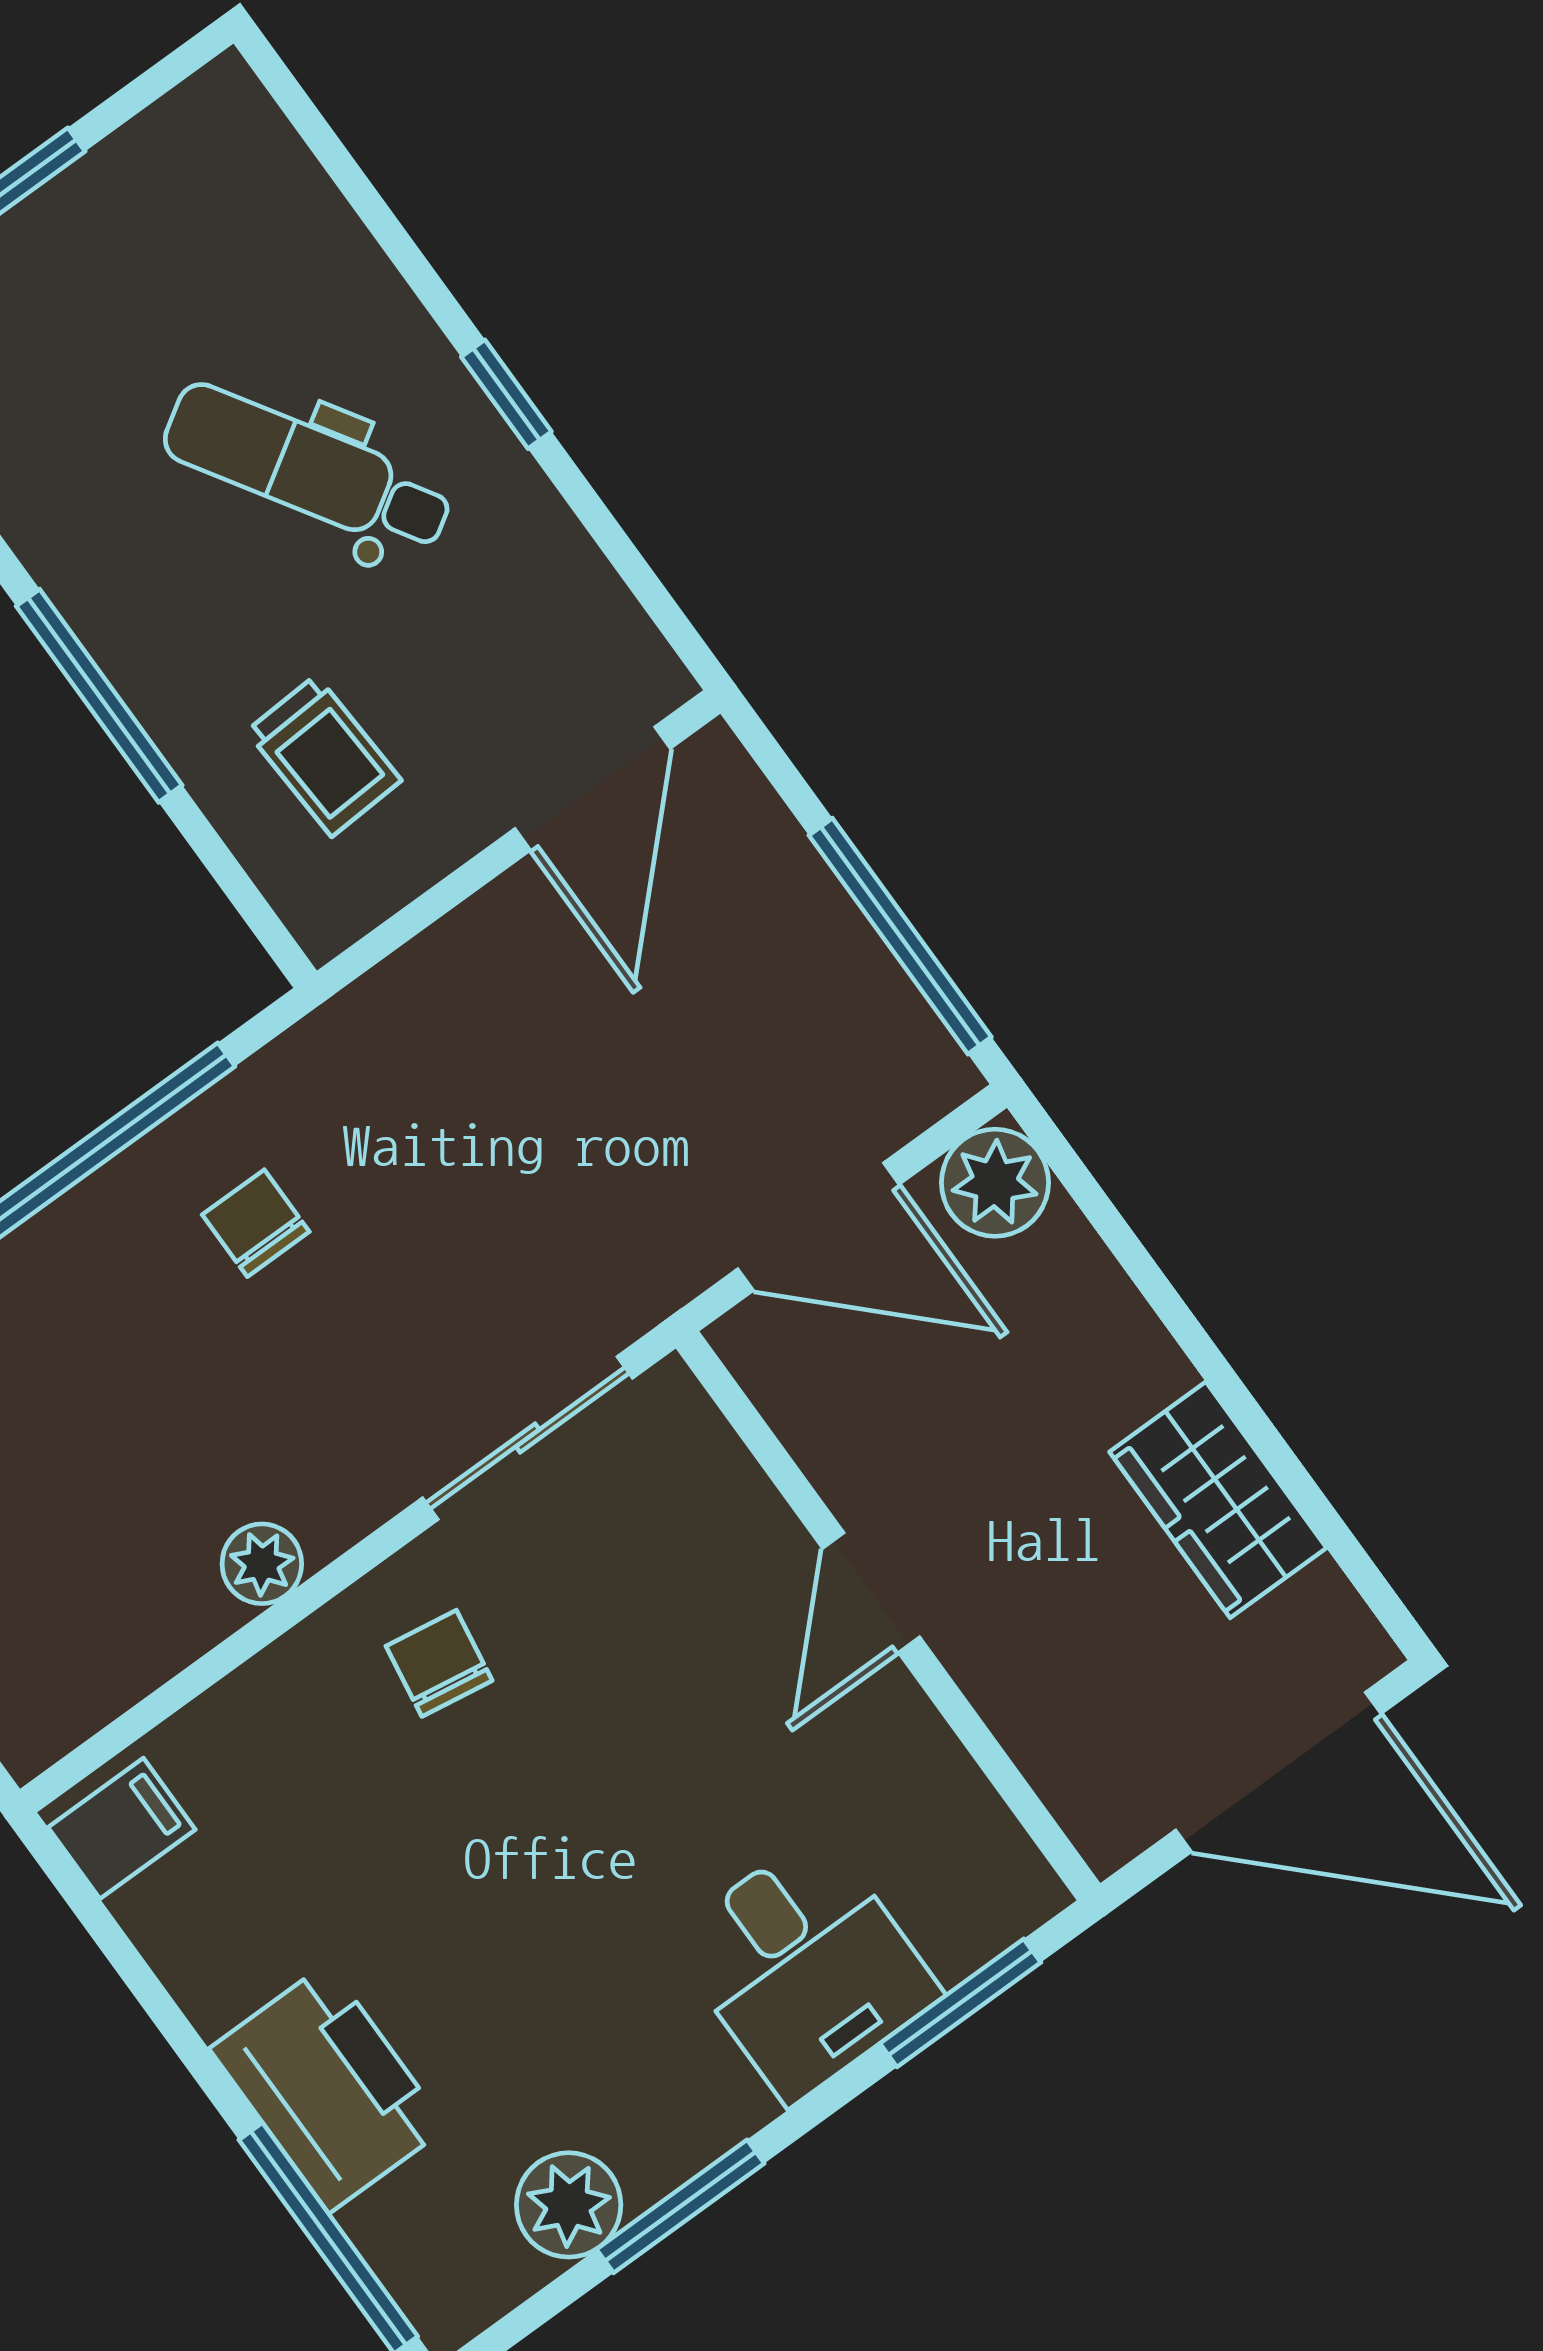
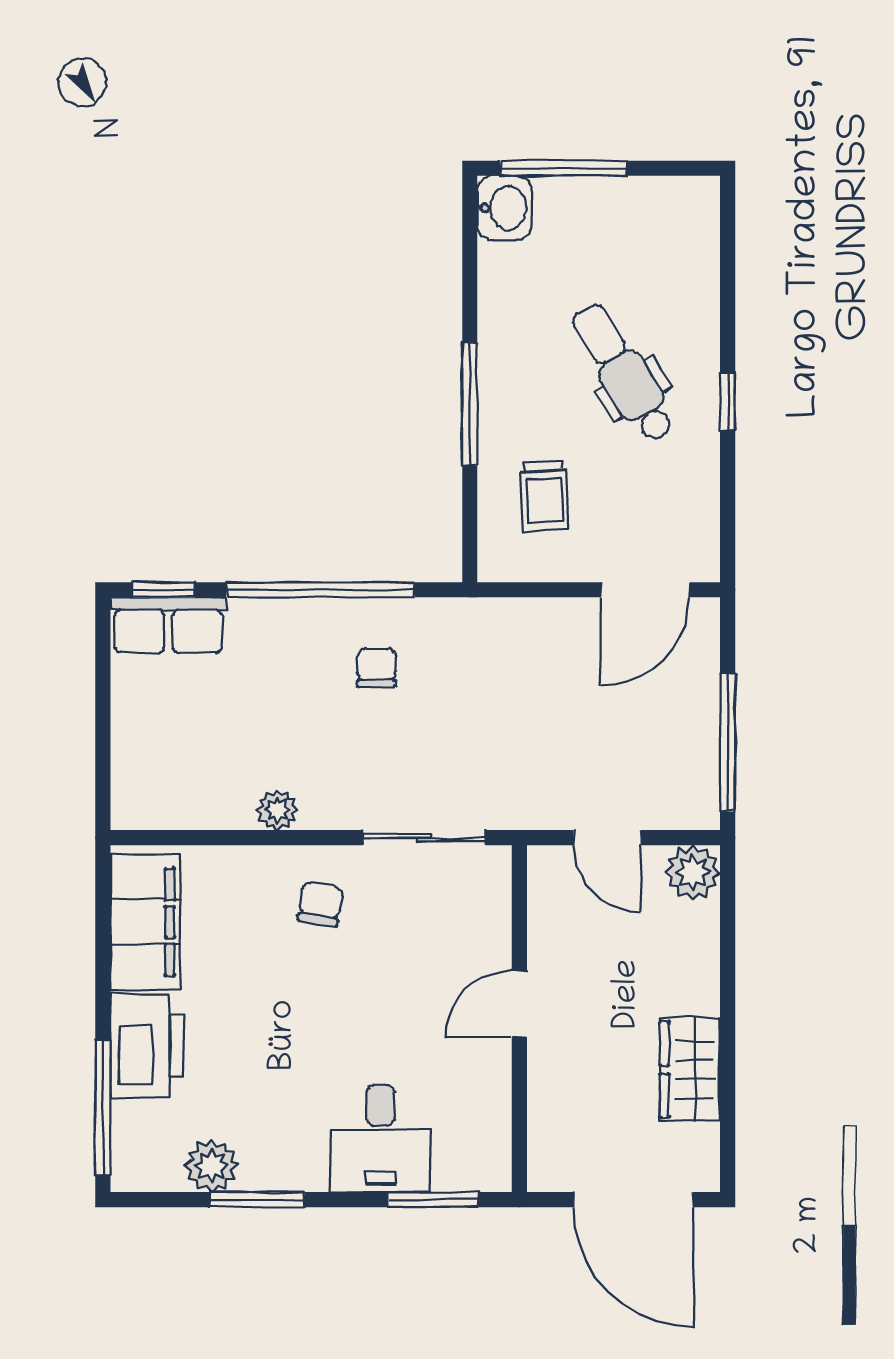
door: (818, 1227) -> (607, 838), width x0.73
filing cabinet: (122, 1828) -> (145, 922), width x3.00, depth x1.17

